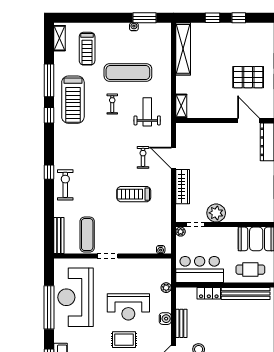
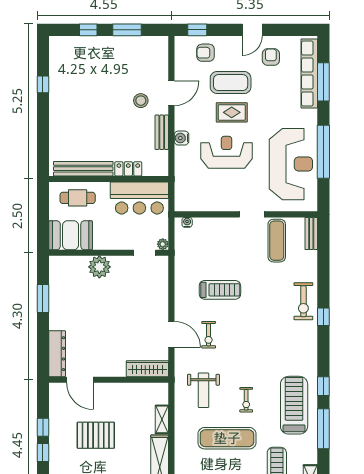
pallet: (248, 77) -> (96, 435), moved
shelving: (181, 106) -> (162, 419), moved
wardrobe: (183, 187) -> (147, 369), moved, turned 90
plant: (216, 213) -> (99, 267), moved
bench: (59, 235) -> (311, 234), width x0.73
plant: (166, 288) -> (180, 176), removed

